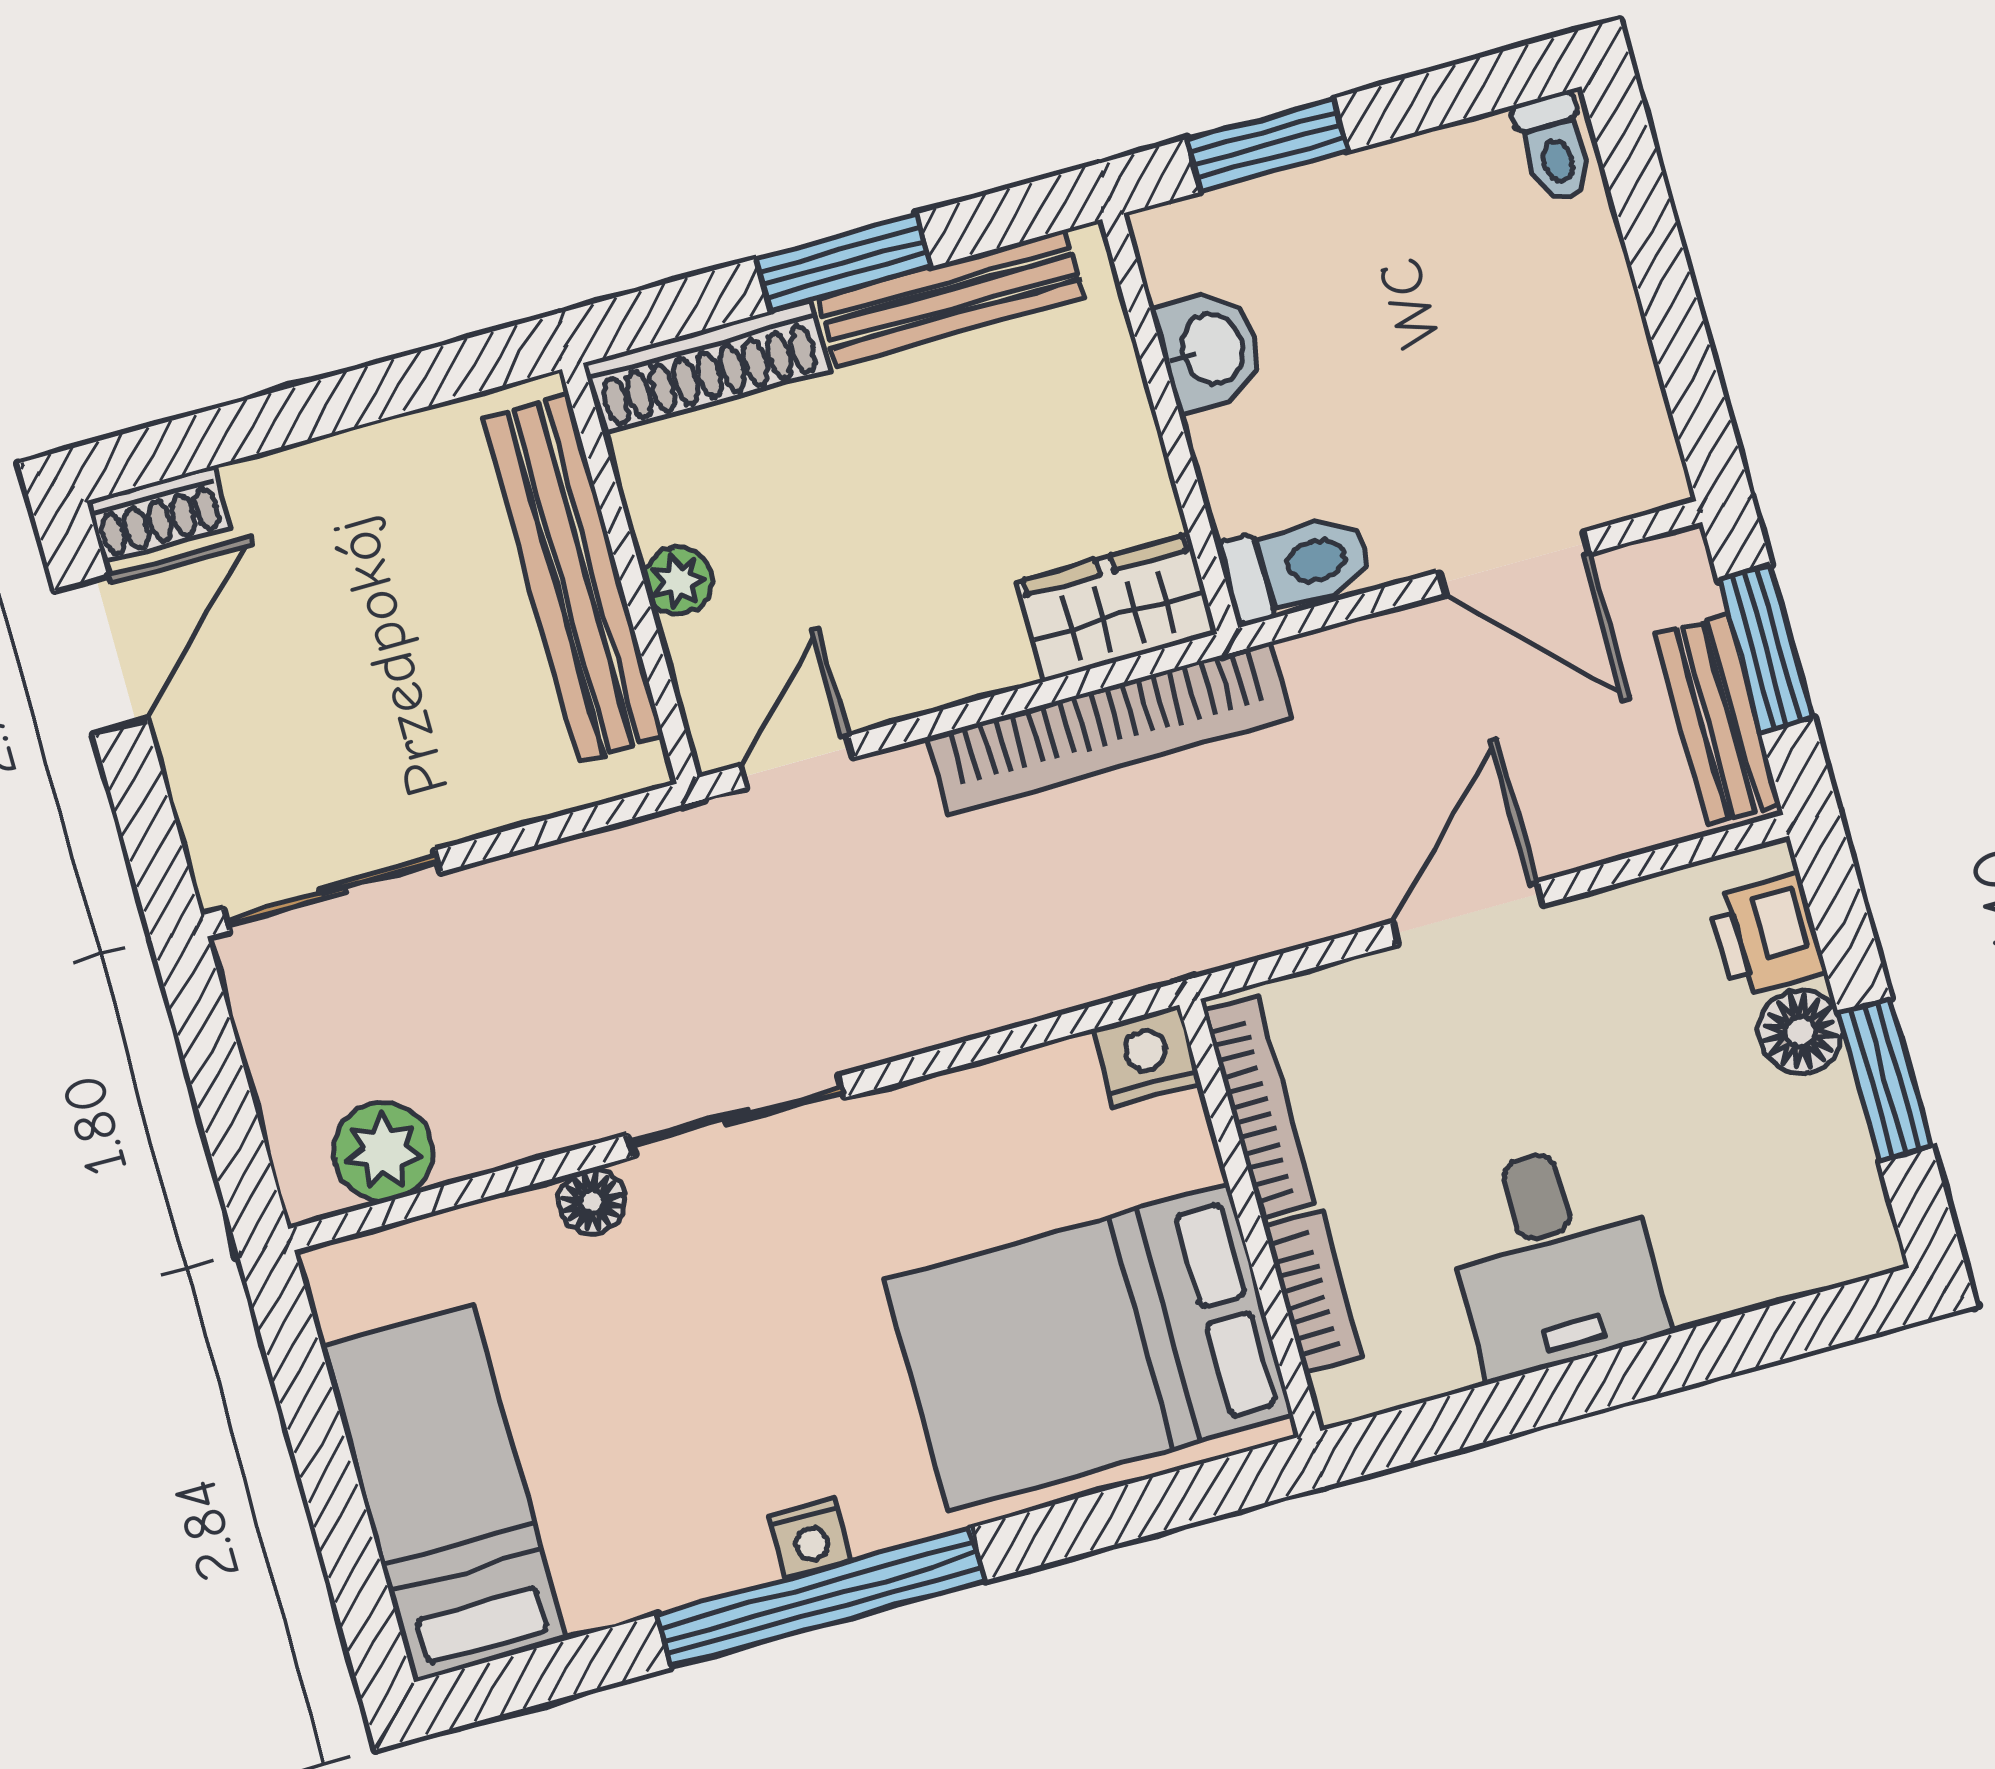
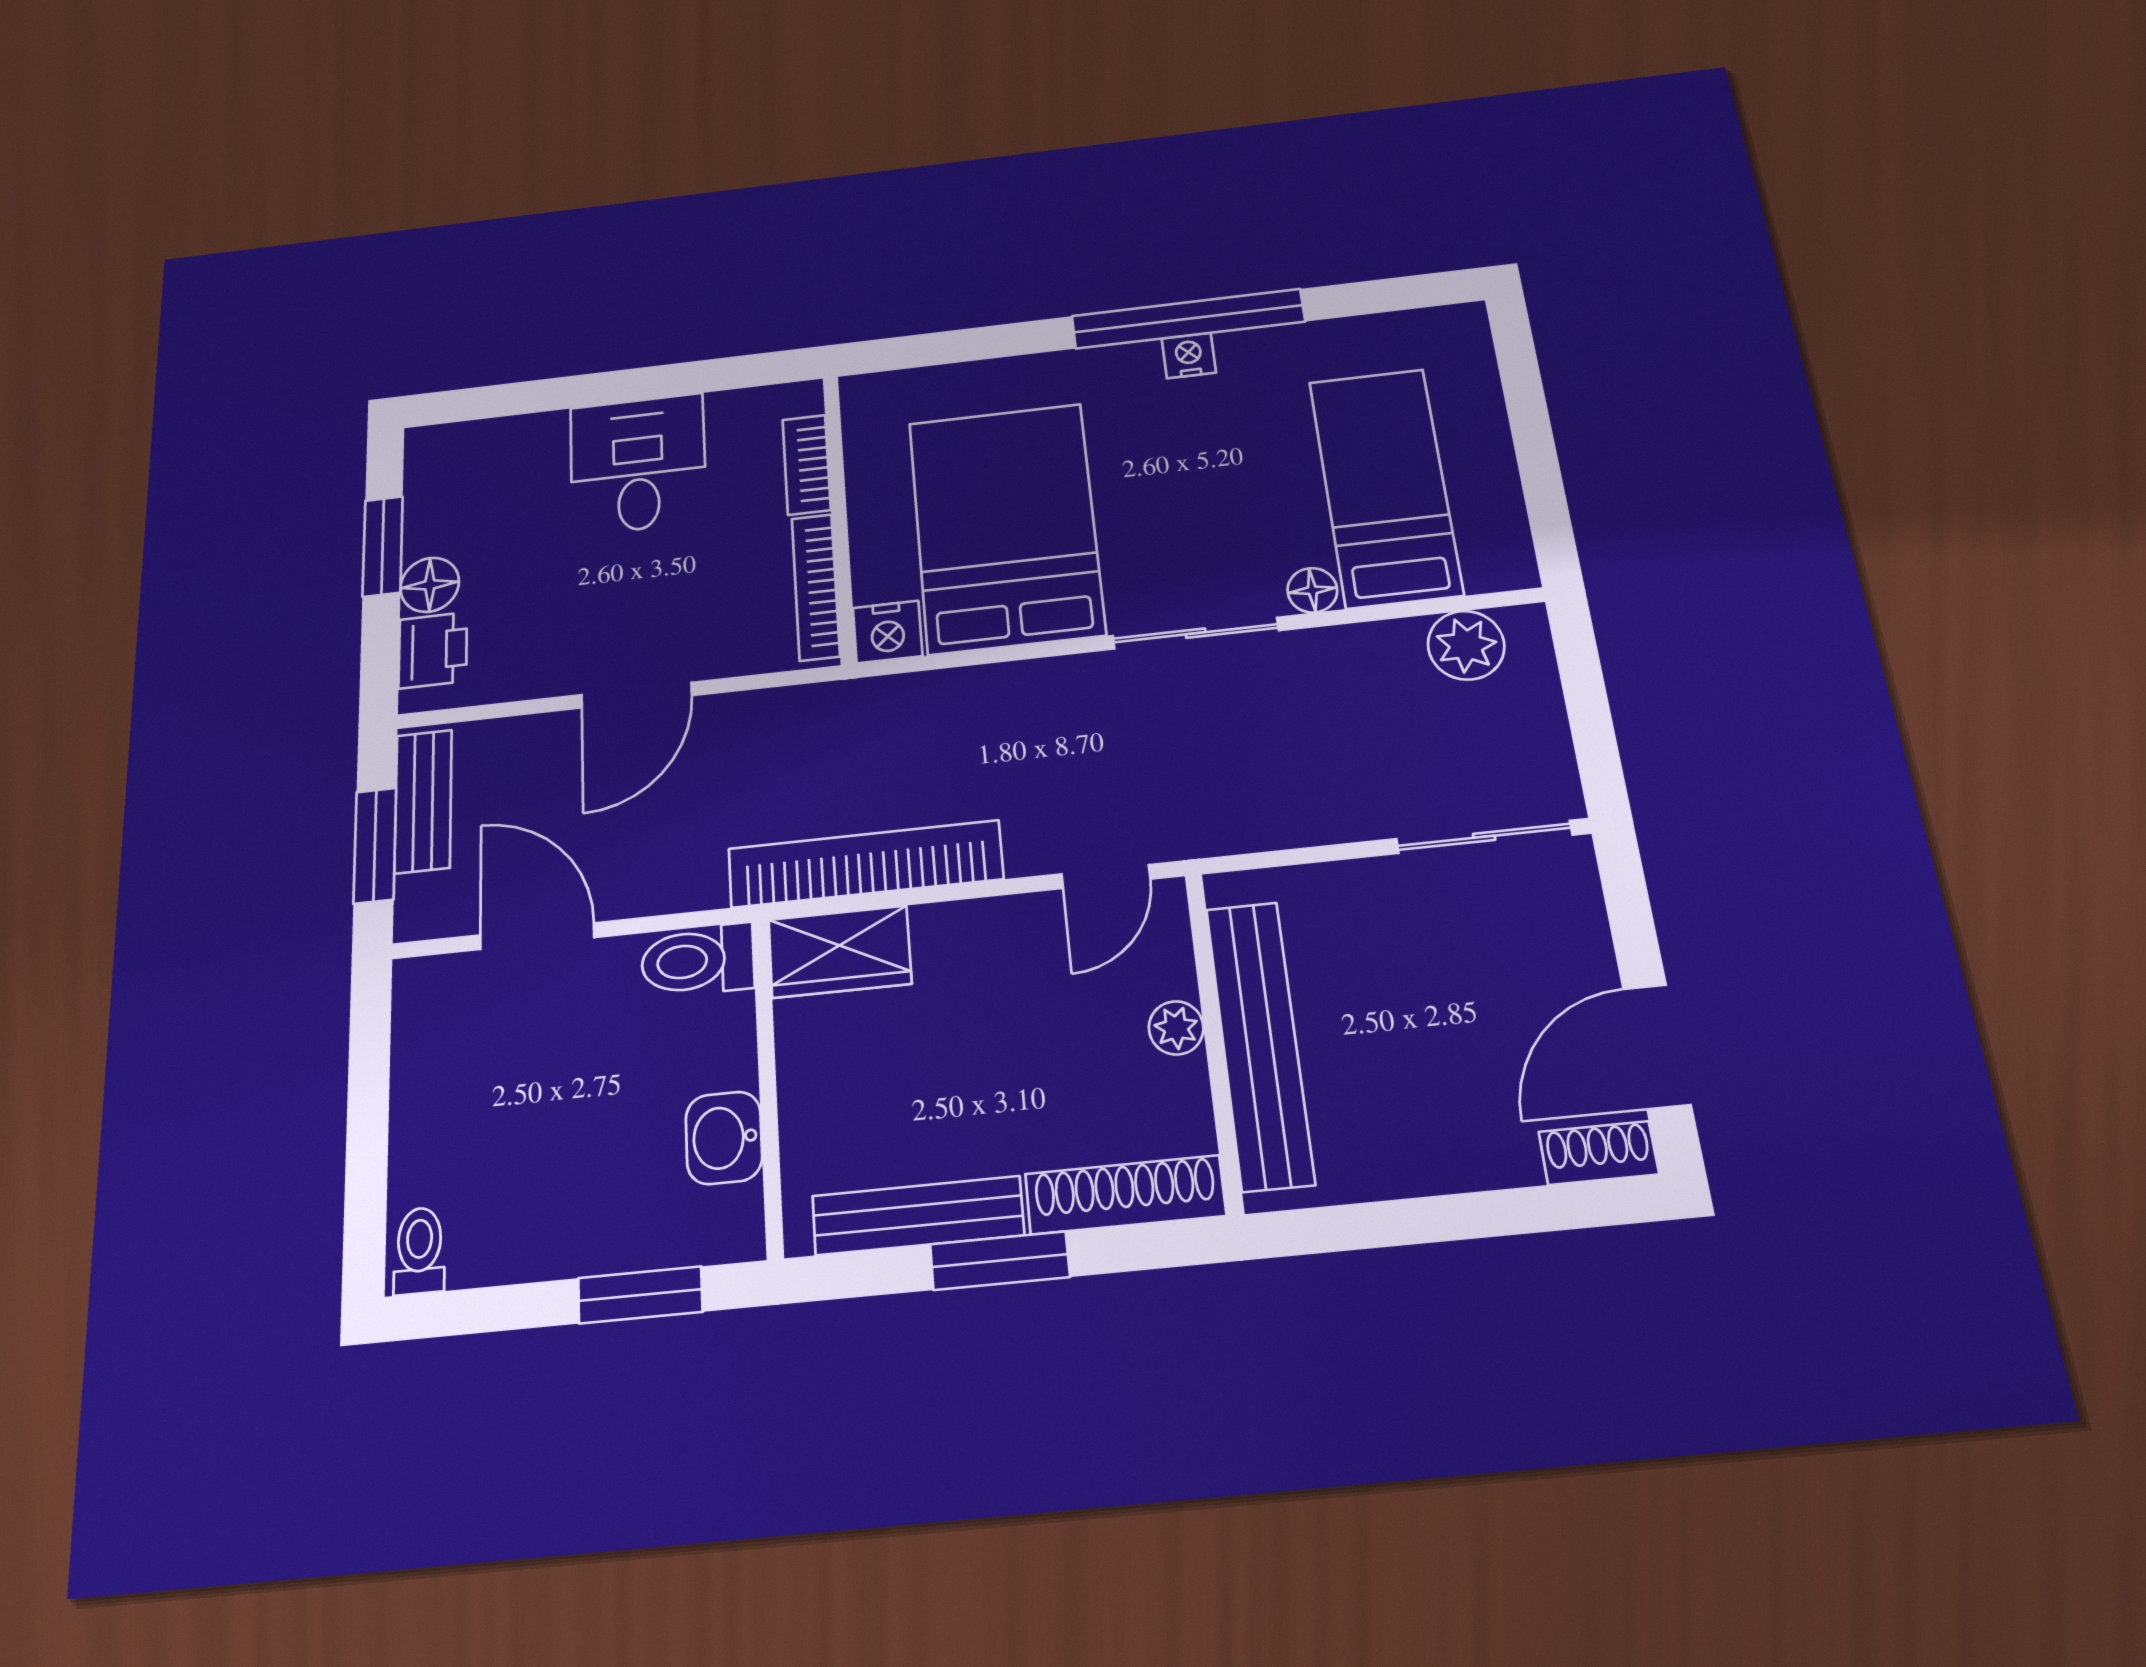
bed: (1089, 1348) -> (1006, 527), moved, turned -90
bed: (445, 1493) -> (1385, 487), moved, turned 180

